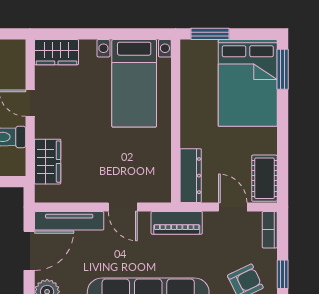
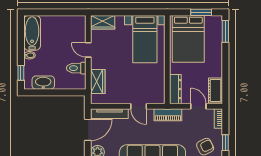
window: (210, 34) -> (201, 12), moved
bed: (248, 83) -> (188, 39), moved

